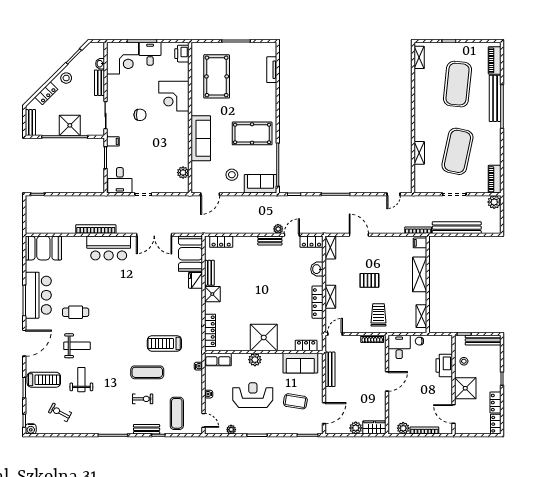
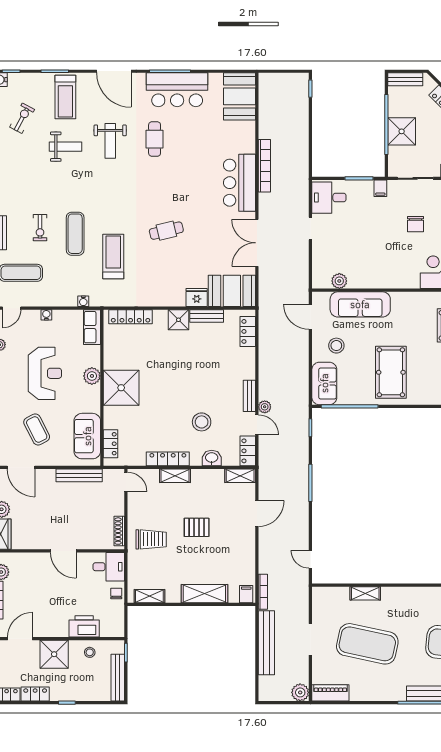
sofa: (201, 138) -> (360, 304), moved
stool: (290, 277) -> (202, 422), added
pallet: (369, 280) -> (197, 527), turned 90
cafe table: (145, 303) -> (166, 231), added
coffee table: (295, 401) -> (37, 430), turned -36

